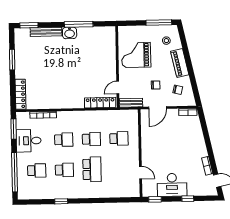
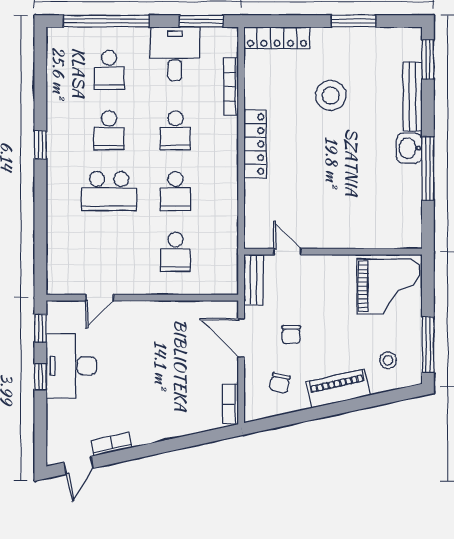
grand piano: (136, 55) -> (388, 286), moved, turned 90
stool: (46, 69) -> (331, 95), added
locker: (100, 103) -> (255, 144), moved
window: (188, 199) -> (40, 377), moved
window: (61, 201) -> (40, 145), moved

